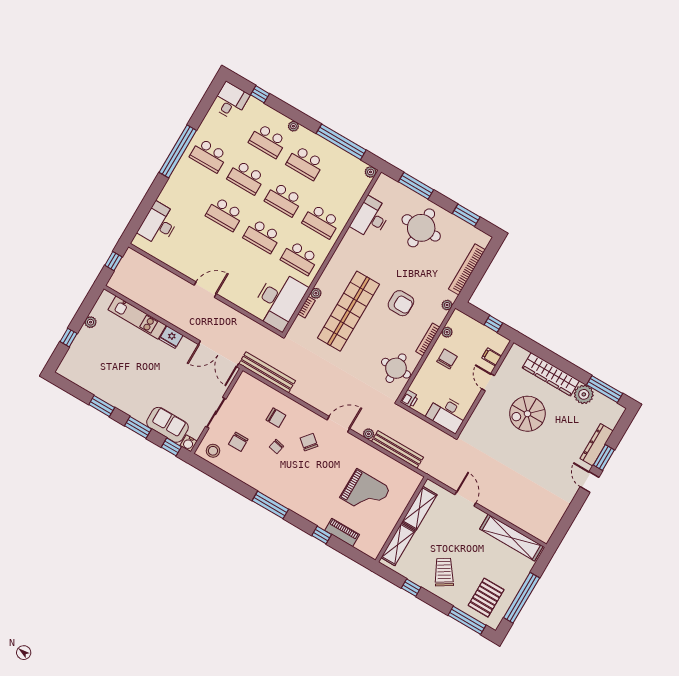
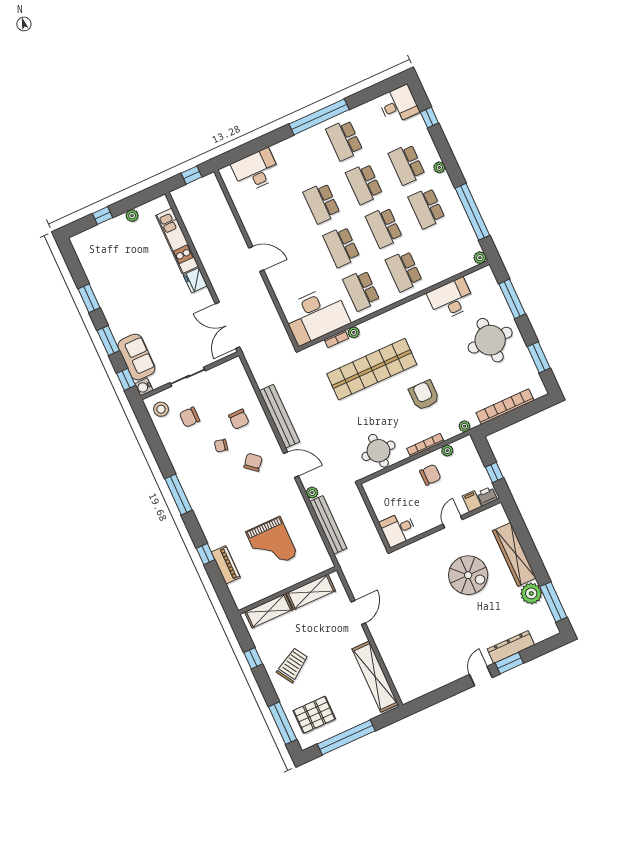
armchair: (401, 303) -> (424, 395), turned 180
bench: (267, 372) -> (279, 416), moved
printer: (409, 399) -> (487, 496), moved, turned 180
desk: (447, 414) -> (398, 529), width x0.73
spiral stairs: (527, 414) -> (468, 575), turned 180

